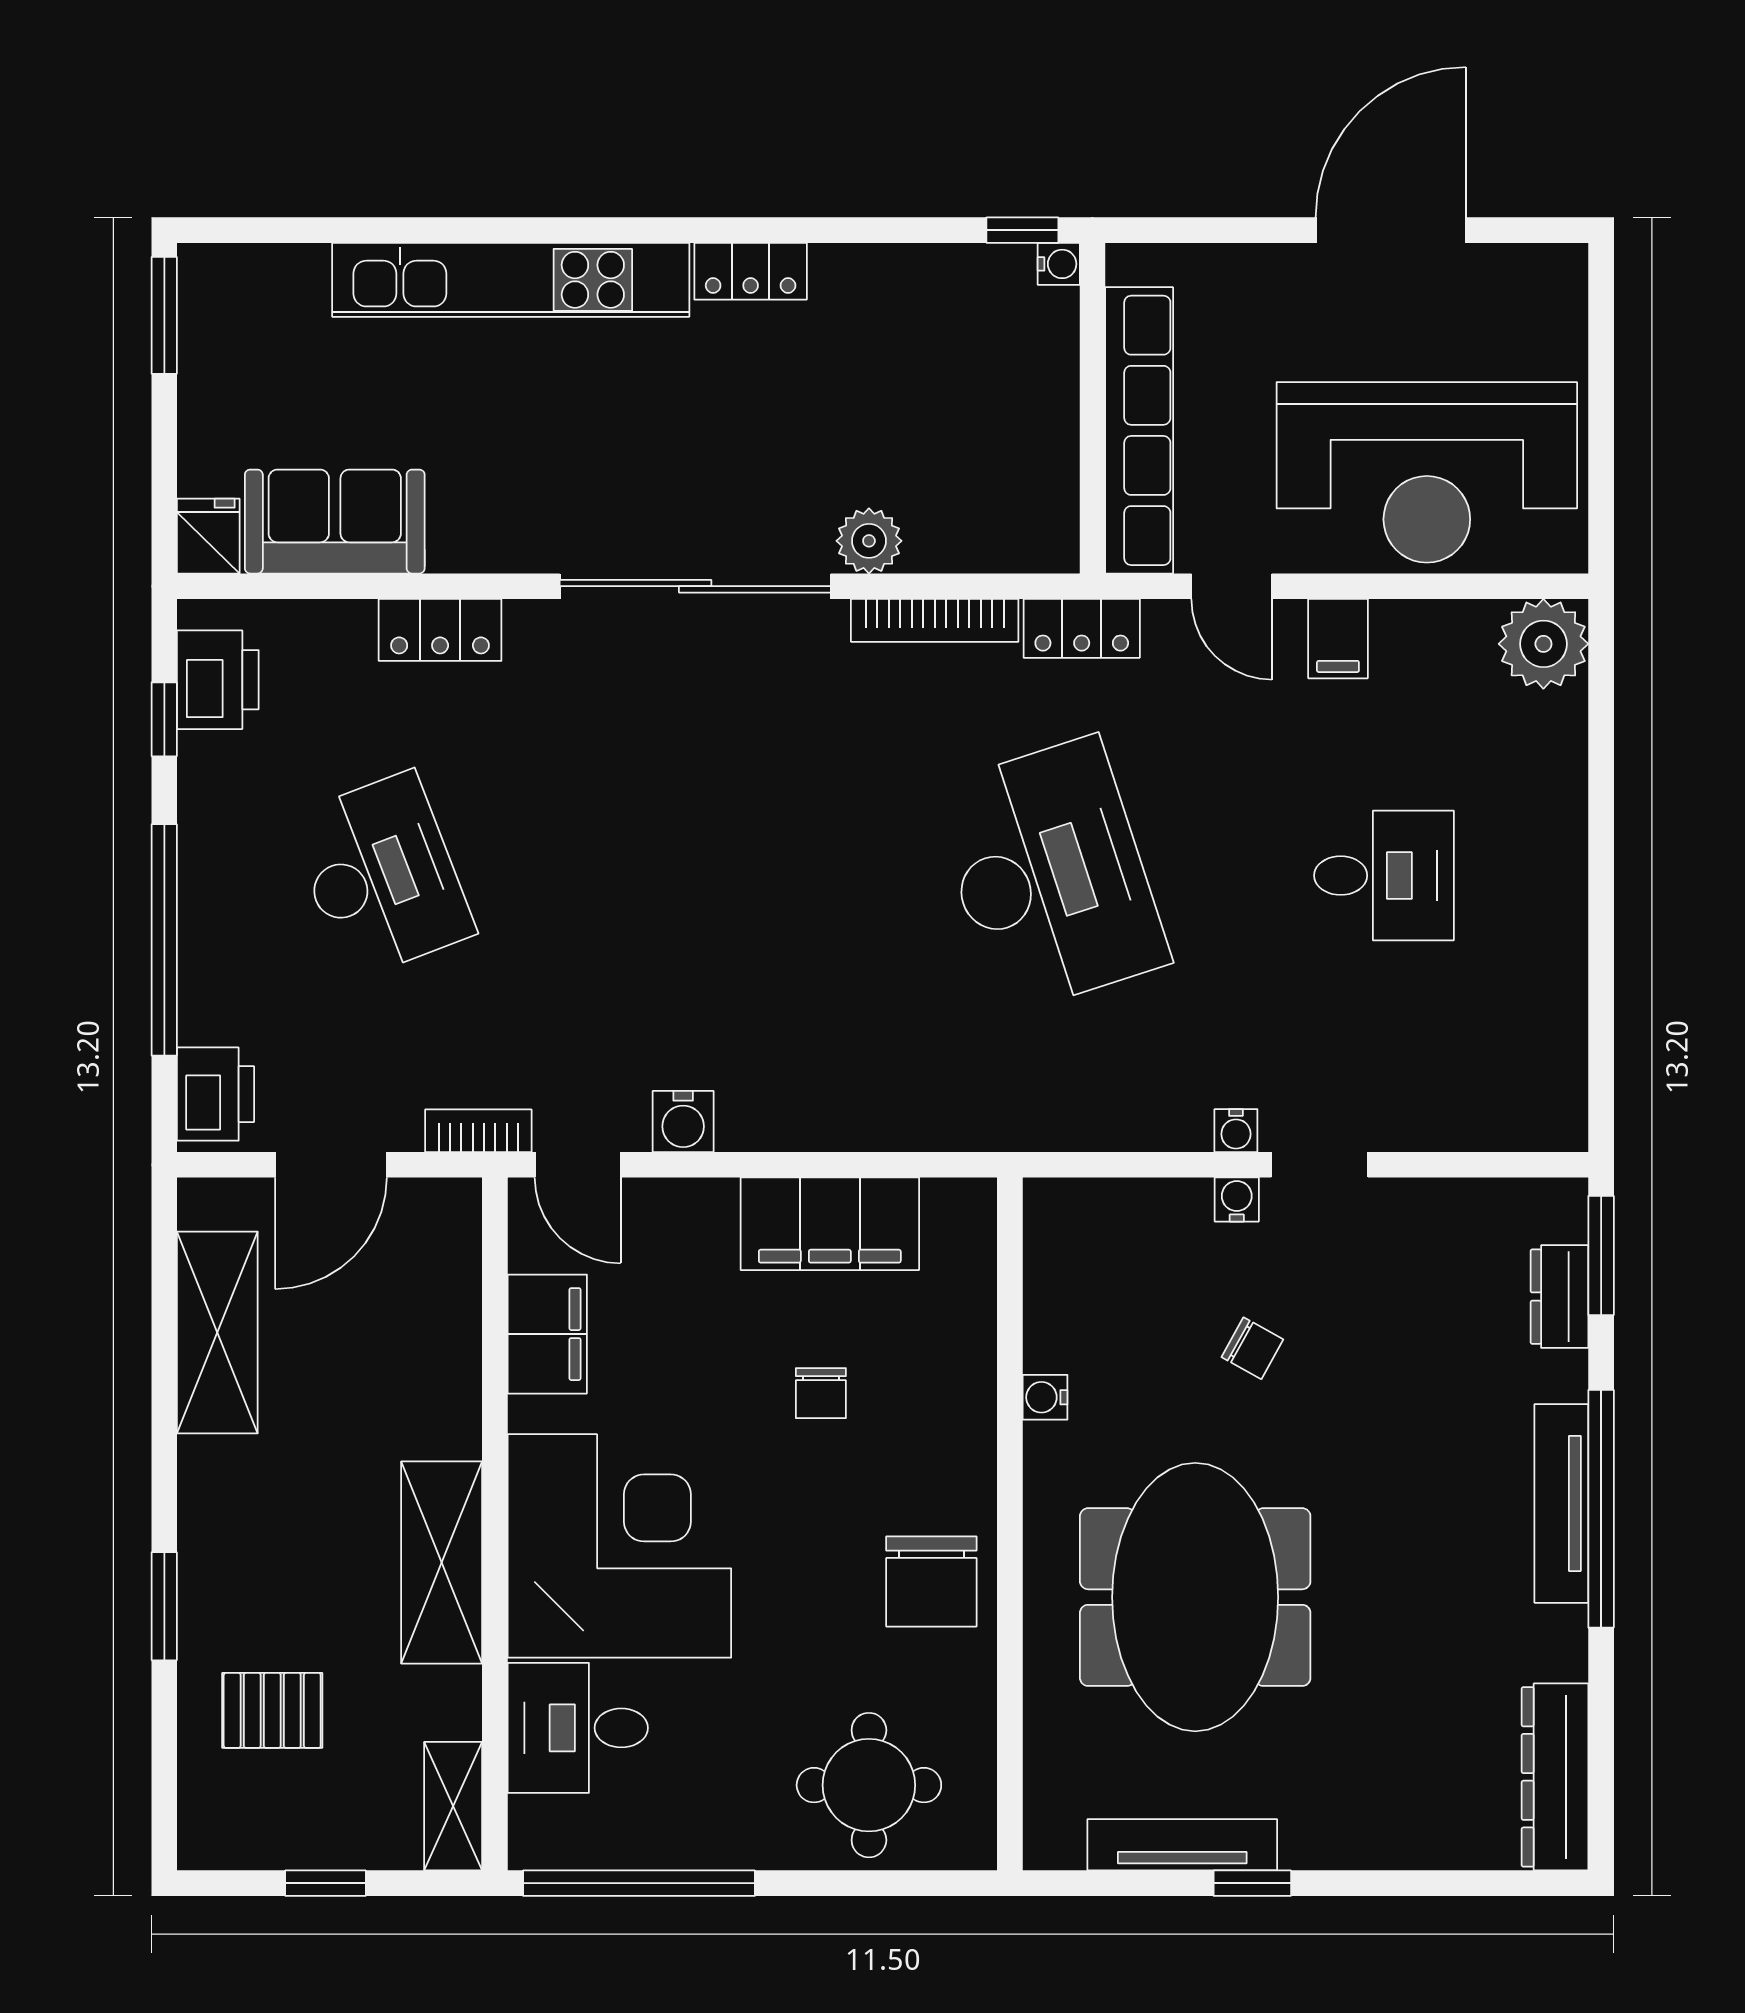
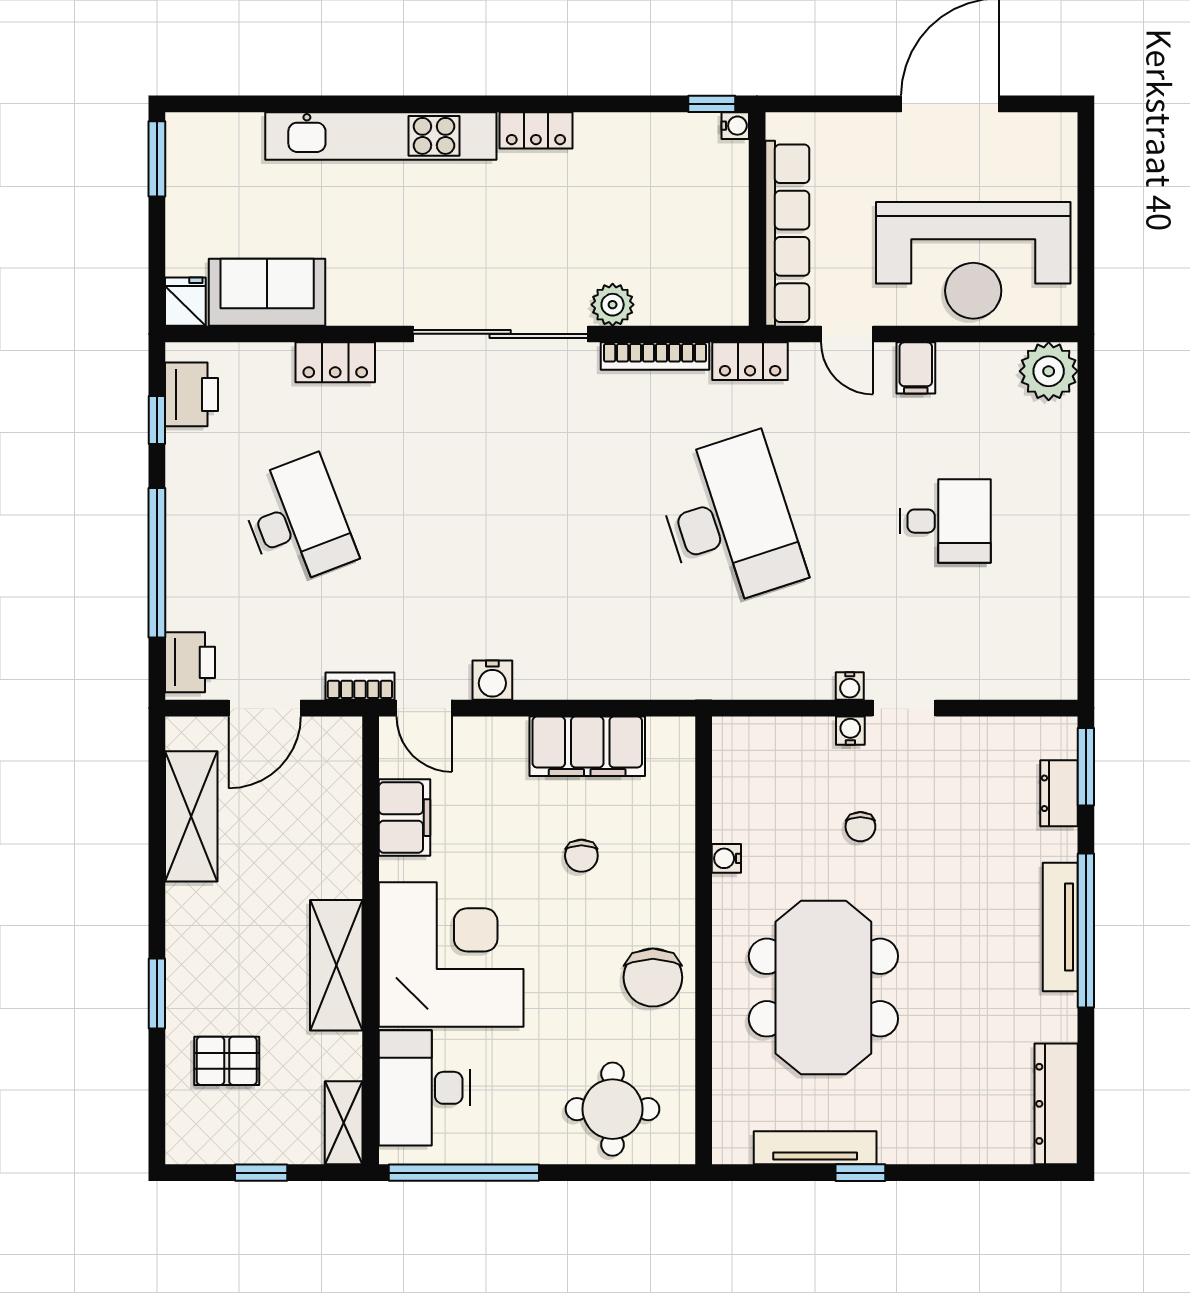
chair: (1252, 1348) -> (860, 827), turned 61
desk: (578, 1728) -> (424, 1088), width x1.37

